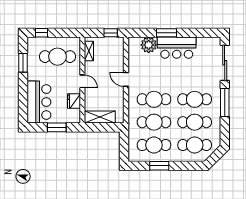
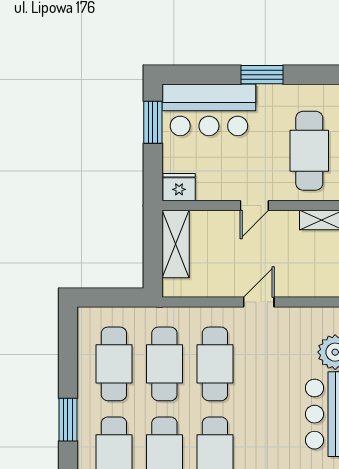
window: (23, 63) -> (262, 75), moved
fridge: (74, 101) -> (179, 187), moved
window: (57, 127) -> (153, 122), moved
window: (159, 166) -> (68, 420), moved

